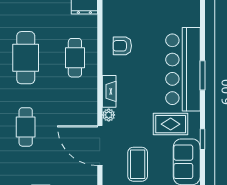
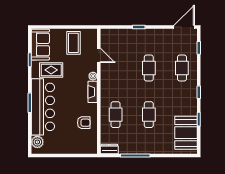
plant: (191, 17) -> (37, 142), added
cafe table: (26, 58) -> (149, 115), width x0.73, depth x0.74
door: (100, 146) -> (99, 55), width x0.53

